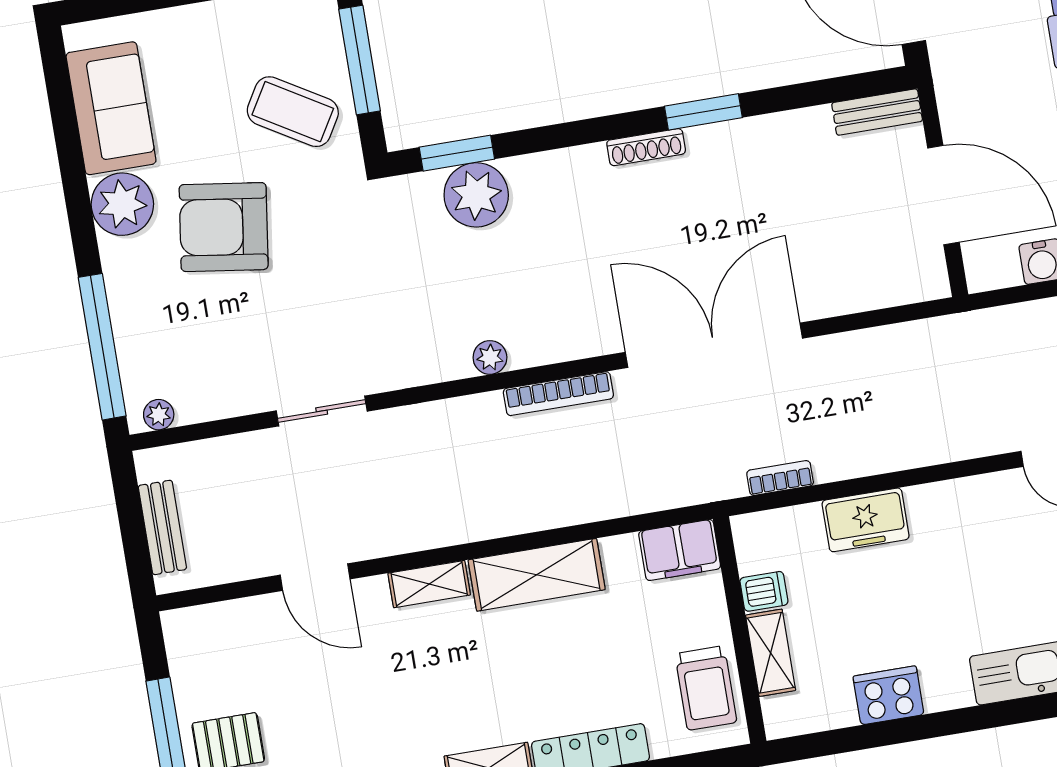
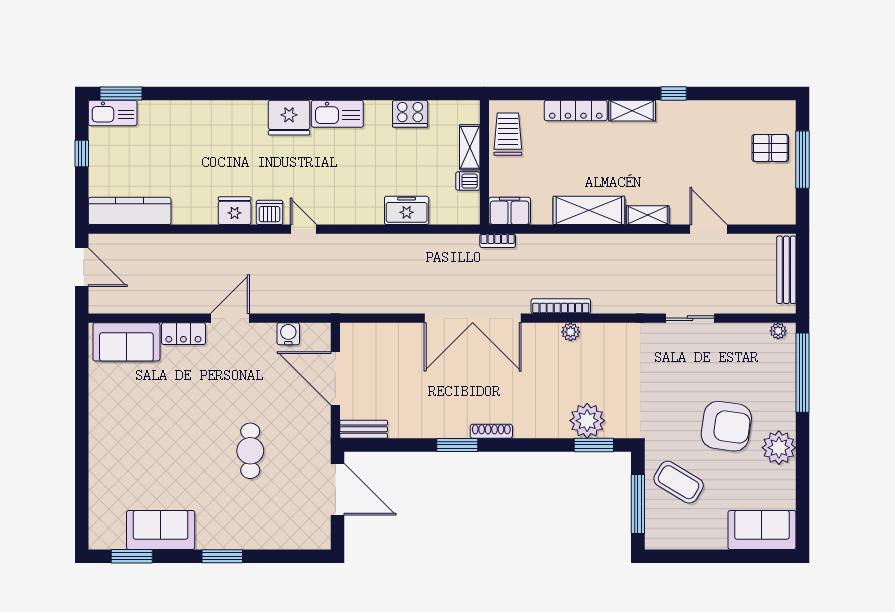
sofa: (111, 108) -> (762, 530), moved, turned 90
plant: (490, 357) -> (571, 332), moved
bookcase: (780, 478) -> (498, 241), moved
bench: (162, 527) -> (786, 270), width x1.36

